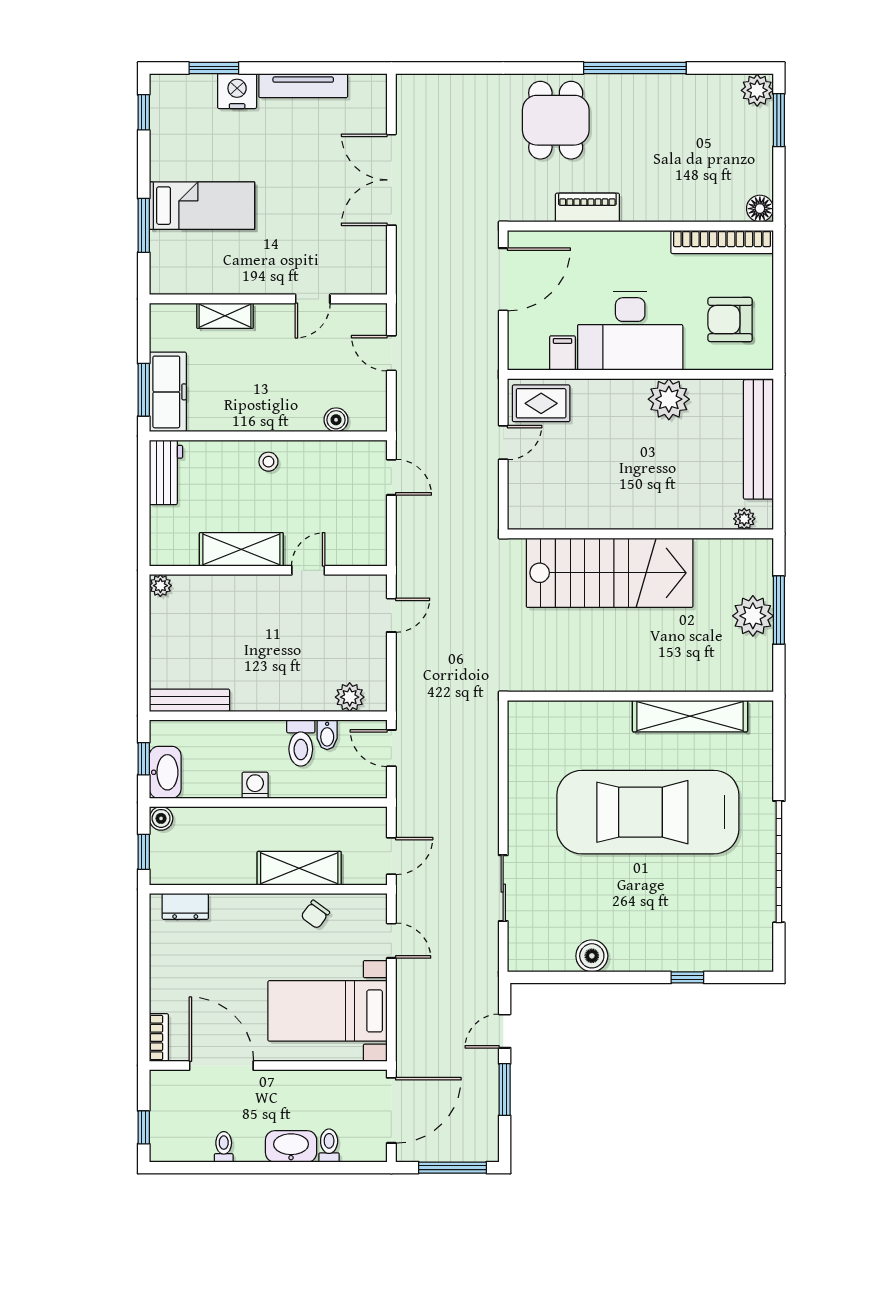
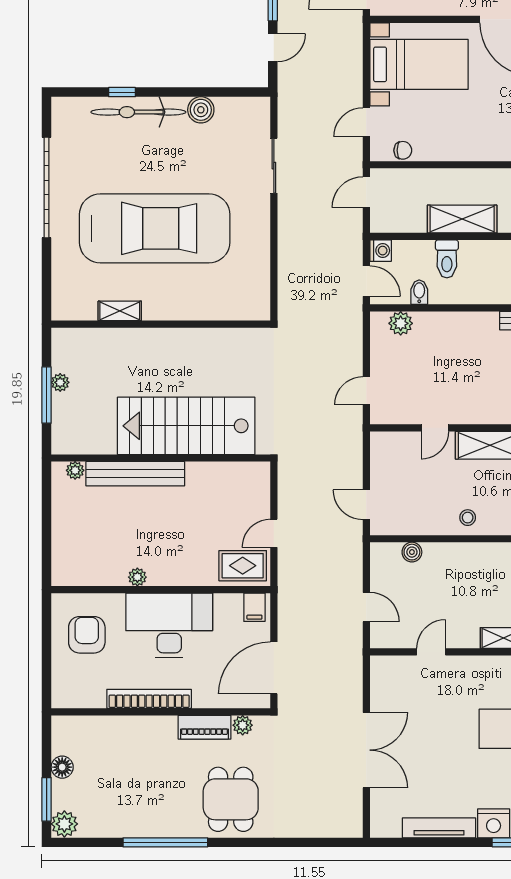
floor lamp: (760, 209) -> (62, 767), moved
plant: (541, 210) -> (243, 725), added
bookcase: (722, 242) -> (149, 699), moved
armchair: (730, 320) -> (87, 635), turned -90
filing cabinet: (562, 353) -> (254, 607), moved
plant: (669, 399) -> (137, 577), width x0.53, depth x0.53
bench: (758, 439) -> (135, 474), moved, turned 90
plant: (753, 616) -> (60, 382), width x0.53, depth x0.53
shelving: (690, 716) -> (120, 311), width x0.45, depth x0.75
toilet: (301, 743) -> (447, 259), moved, turned 180
washing machine: (255, 785) -> (381, 251), moved, turned -90
shelving: (299, 868) -> (462, 219), moved
chair: (315, 914) -> (403, 150), moved, turned 54
door: (391, 941) -> (366, 122), hinge flipped
bicycle: (668, 953) -> (138, 112), added

